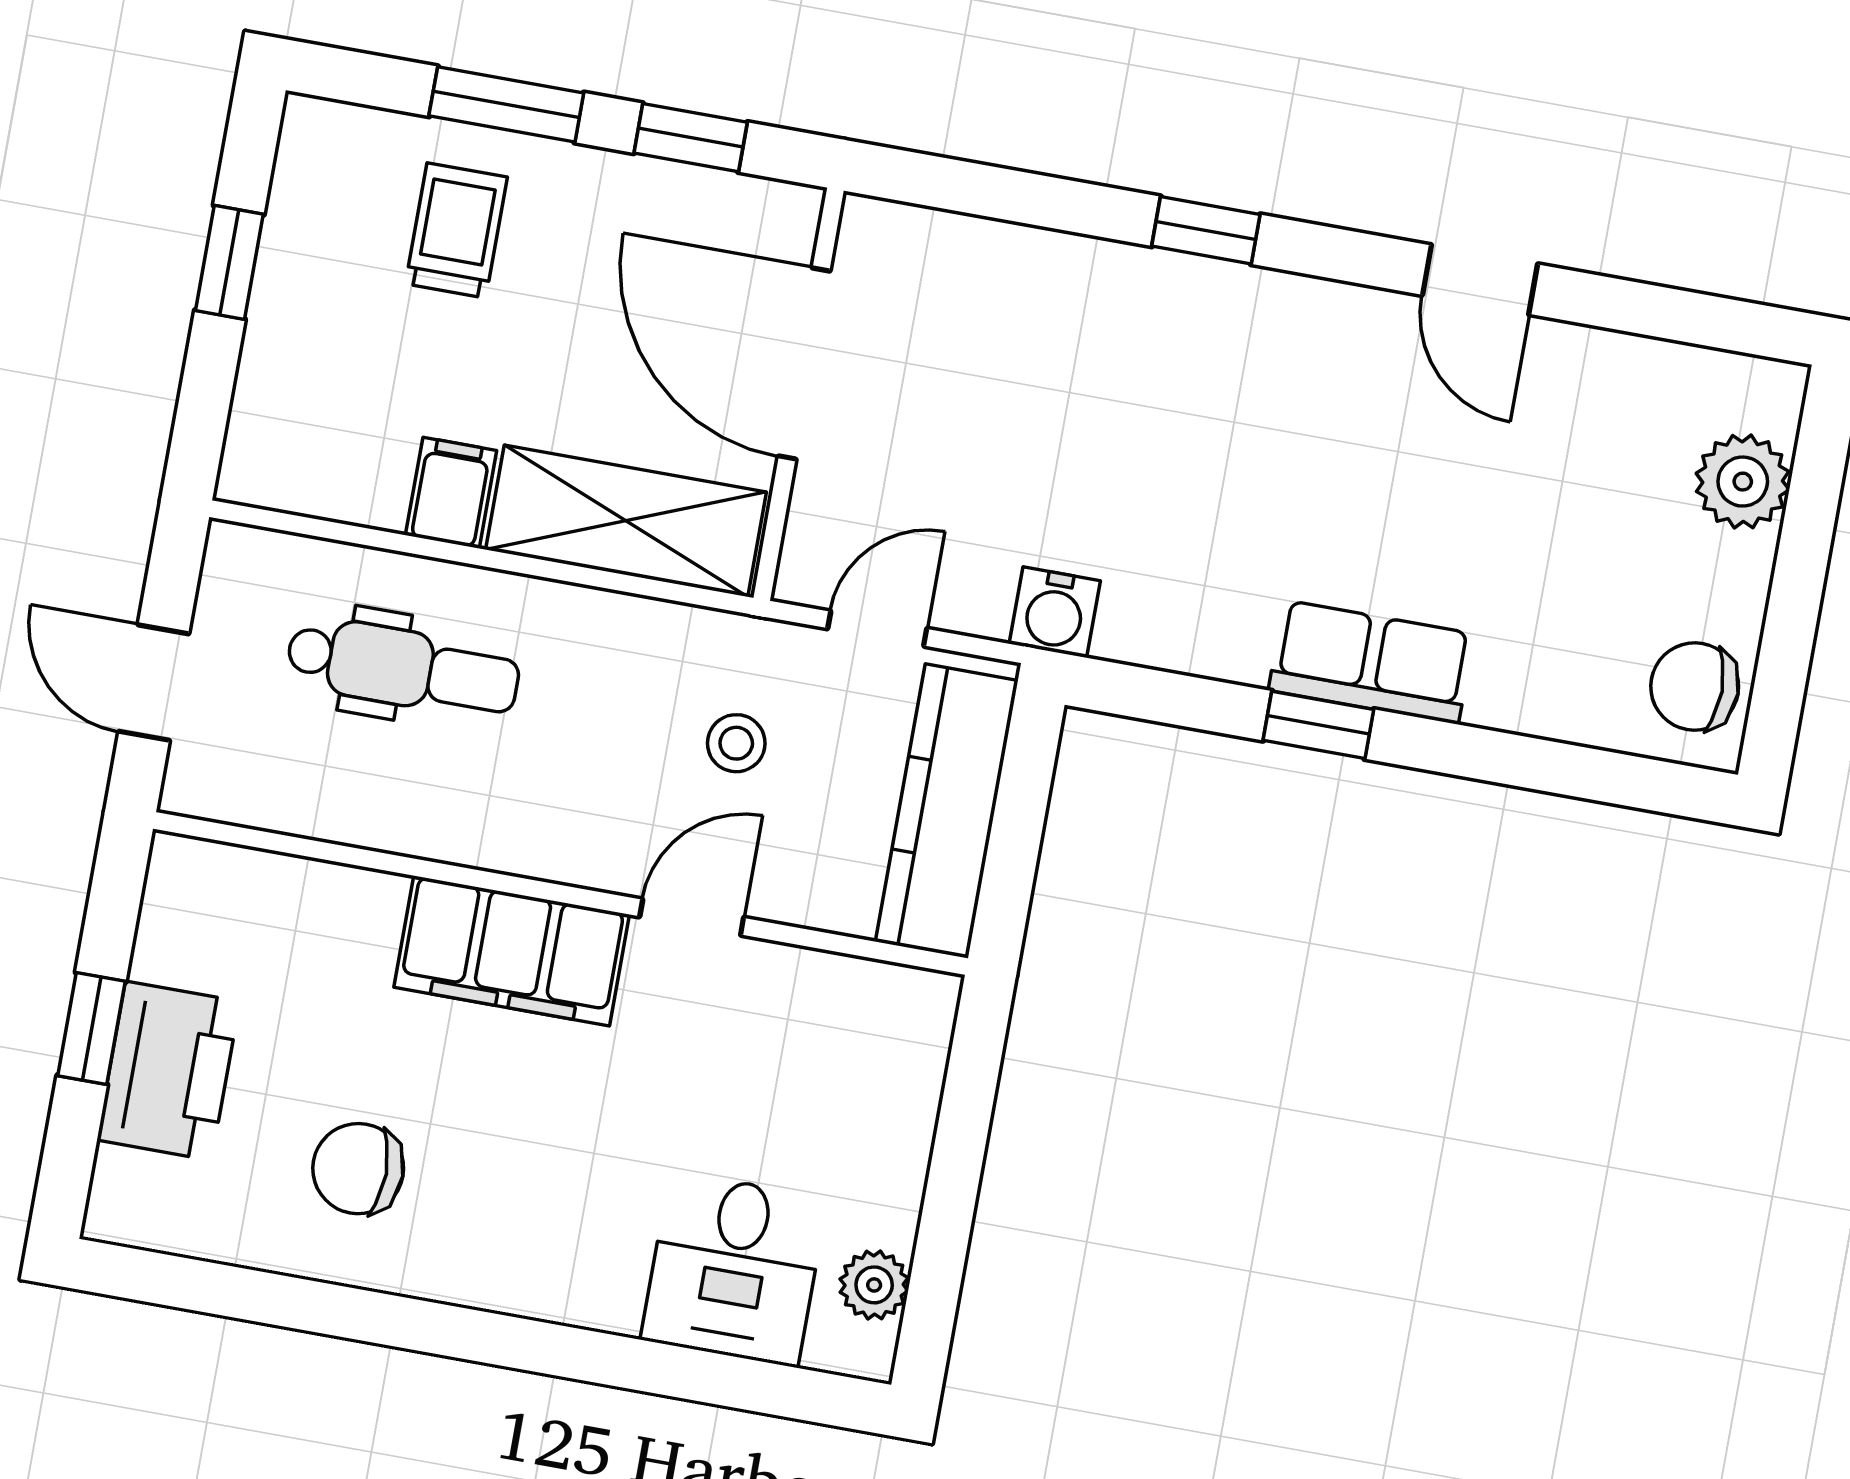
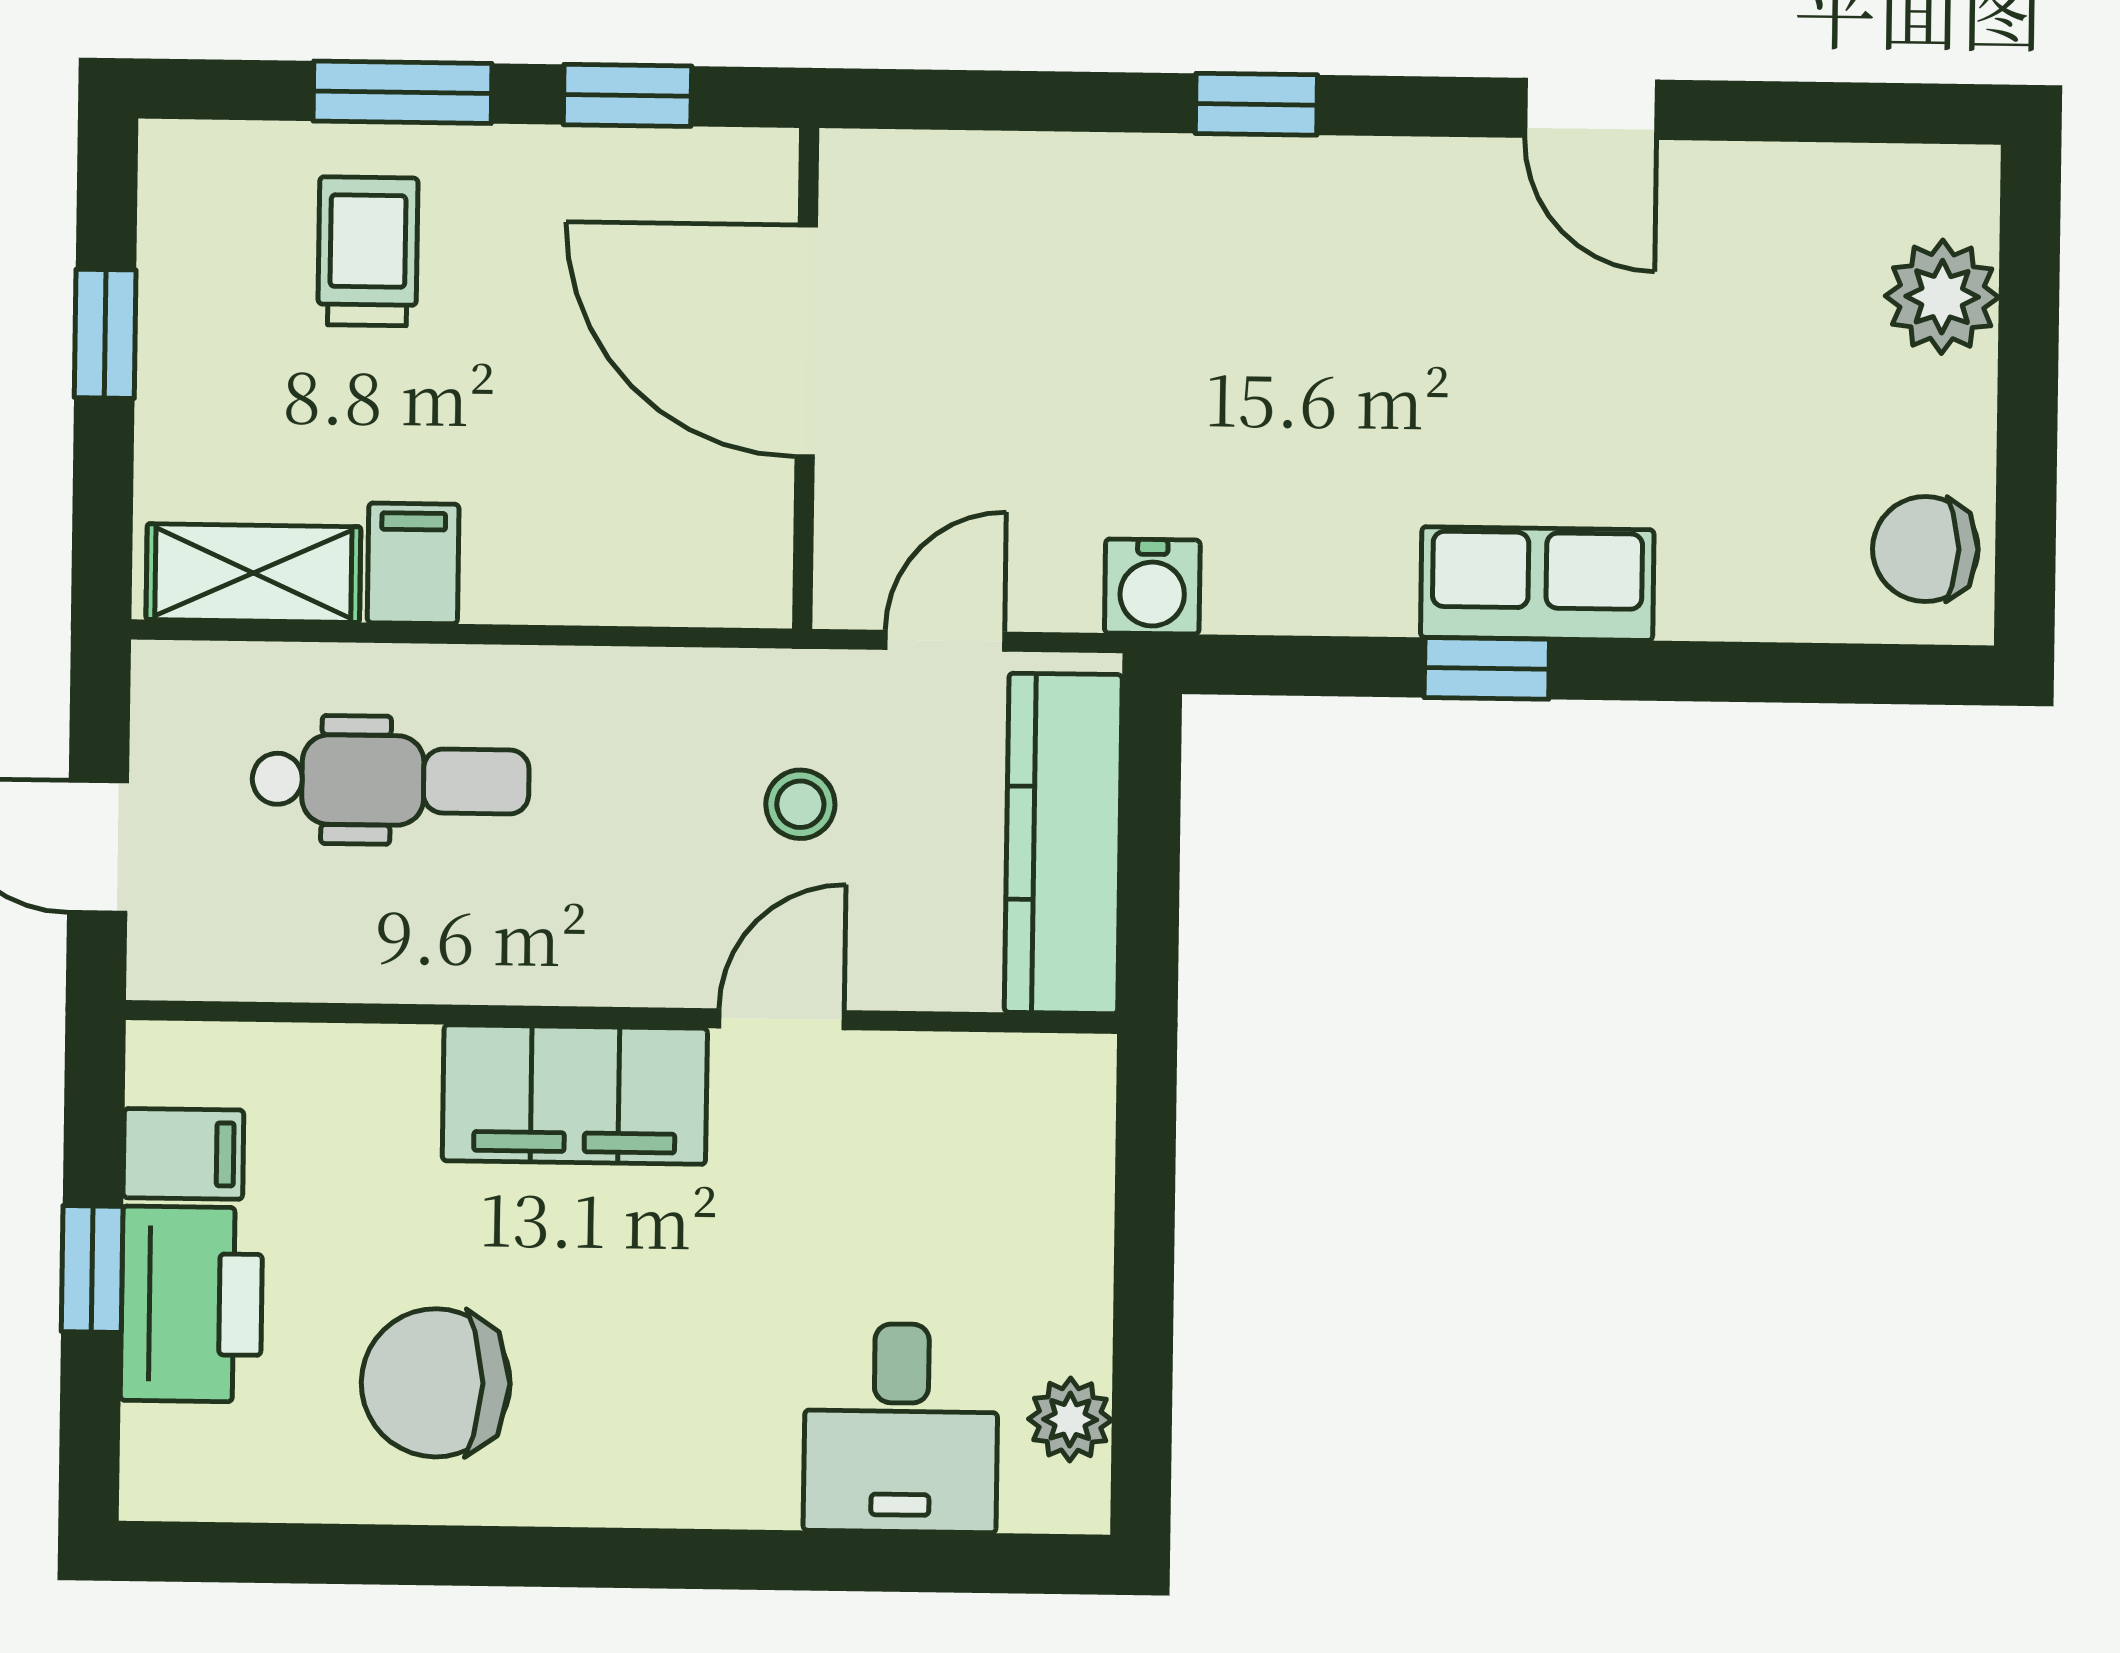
shelving: (626, 521) -> (253, 573), moved, width x0.67, depth x0.75
filing cabinet: (182, 946) -> (183, 1154), added
chair: (358, 1169) -> (436, 1383), width x1.37, depth x1.37

